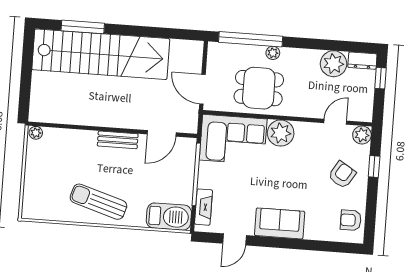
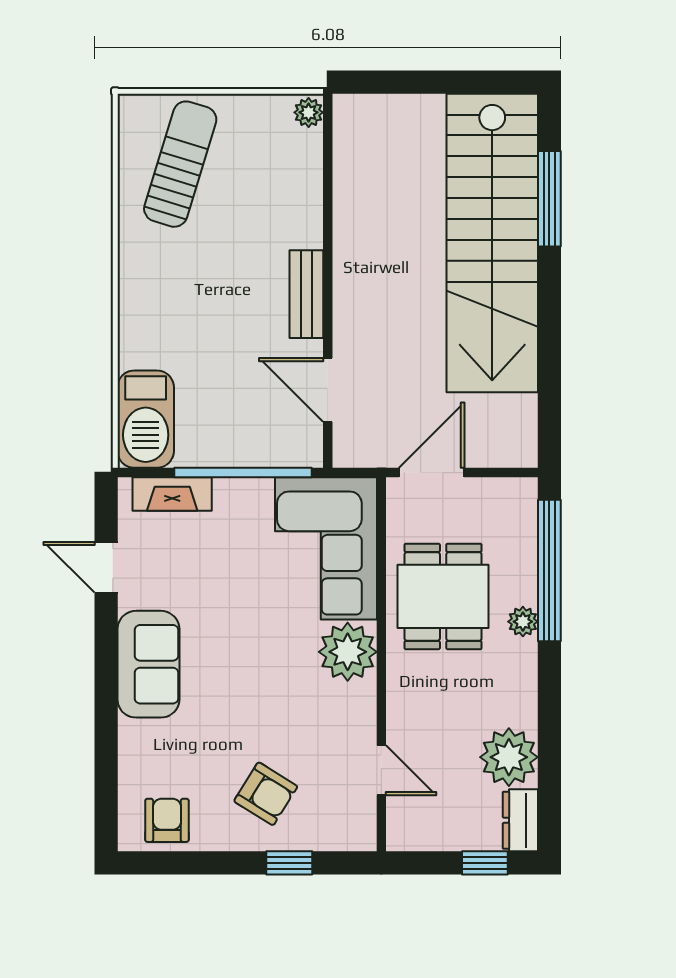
plant: (362, 135) -> (357, 831), removed
sun lounger: (98, 202) -> (180, 164), moved

